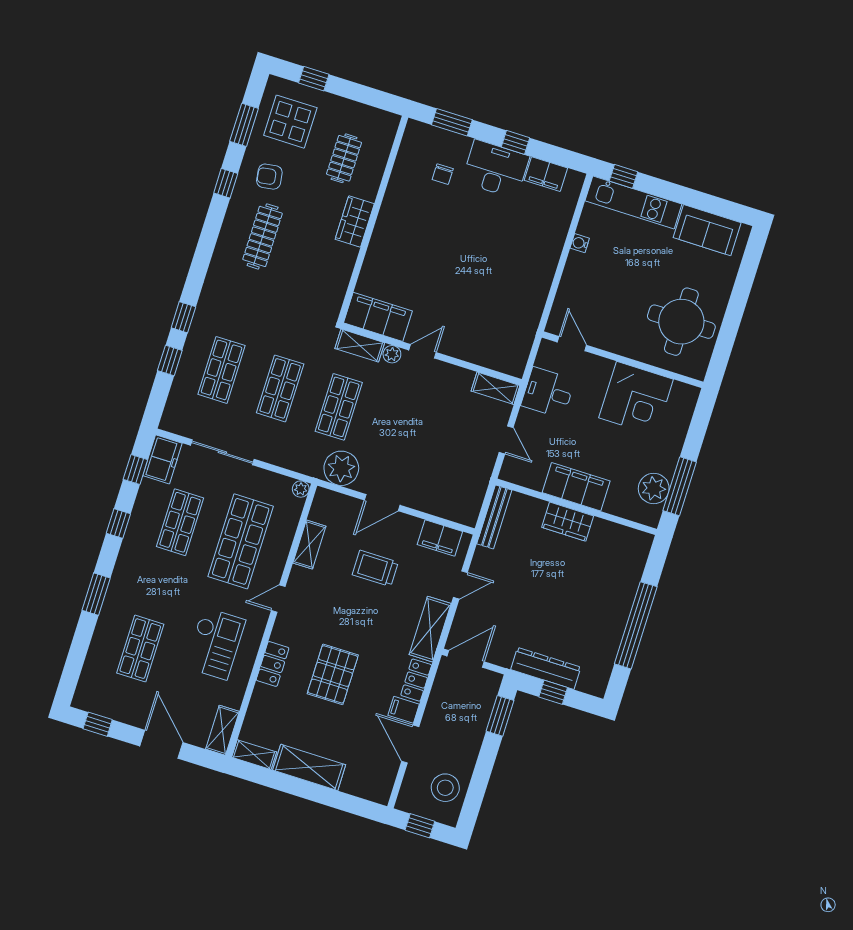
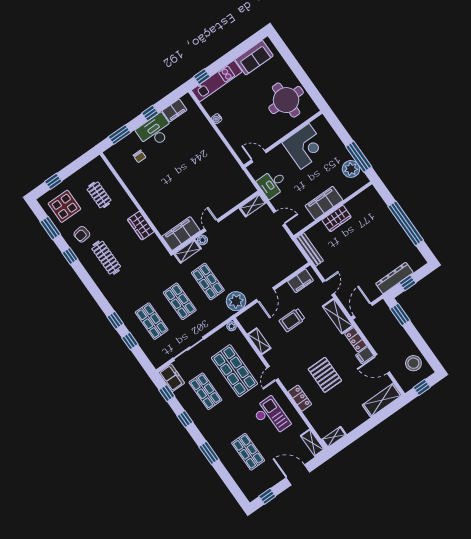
wardrobe: (355, 221) -> (141, 226), moved
shelving: (309, 767) -> (382, 400), moved

